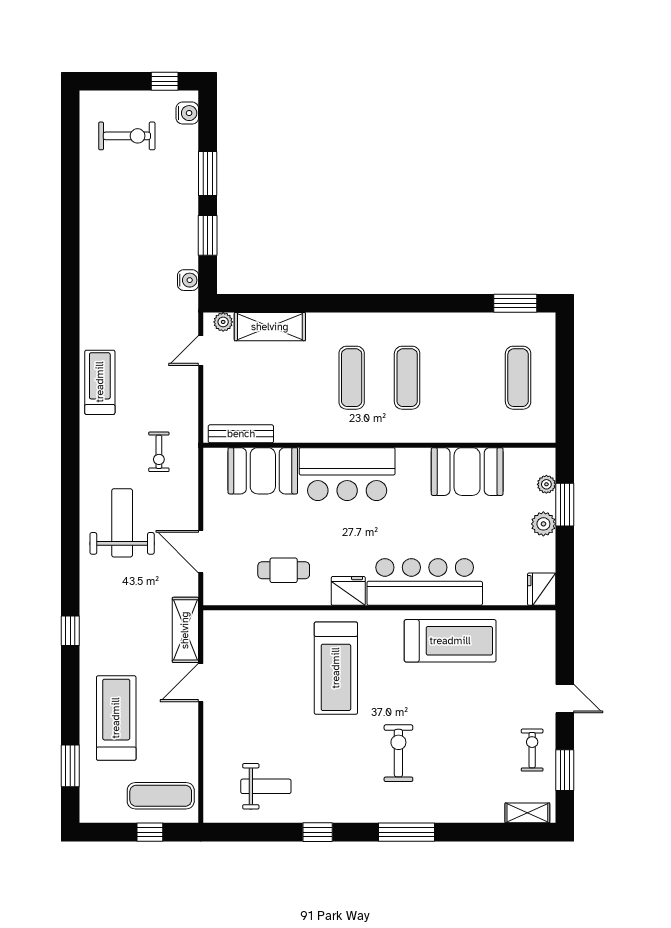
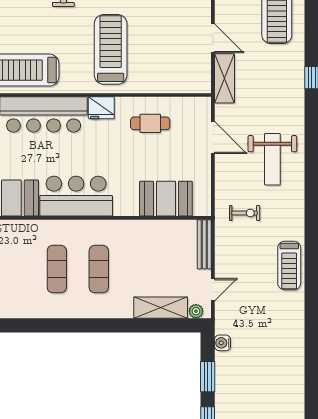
bench: (241, 434) -> (204, 244), moved, turned 90
exercise bike: (159, 452) -> (245, 213), turned 90
bar counter: (347, 474) -> (76, 196), moved
door: (201, 683) -> (213, 38), hinge flipped

